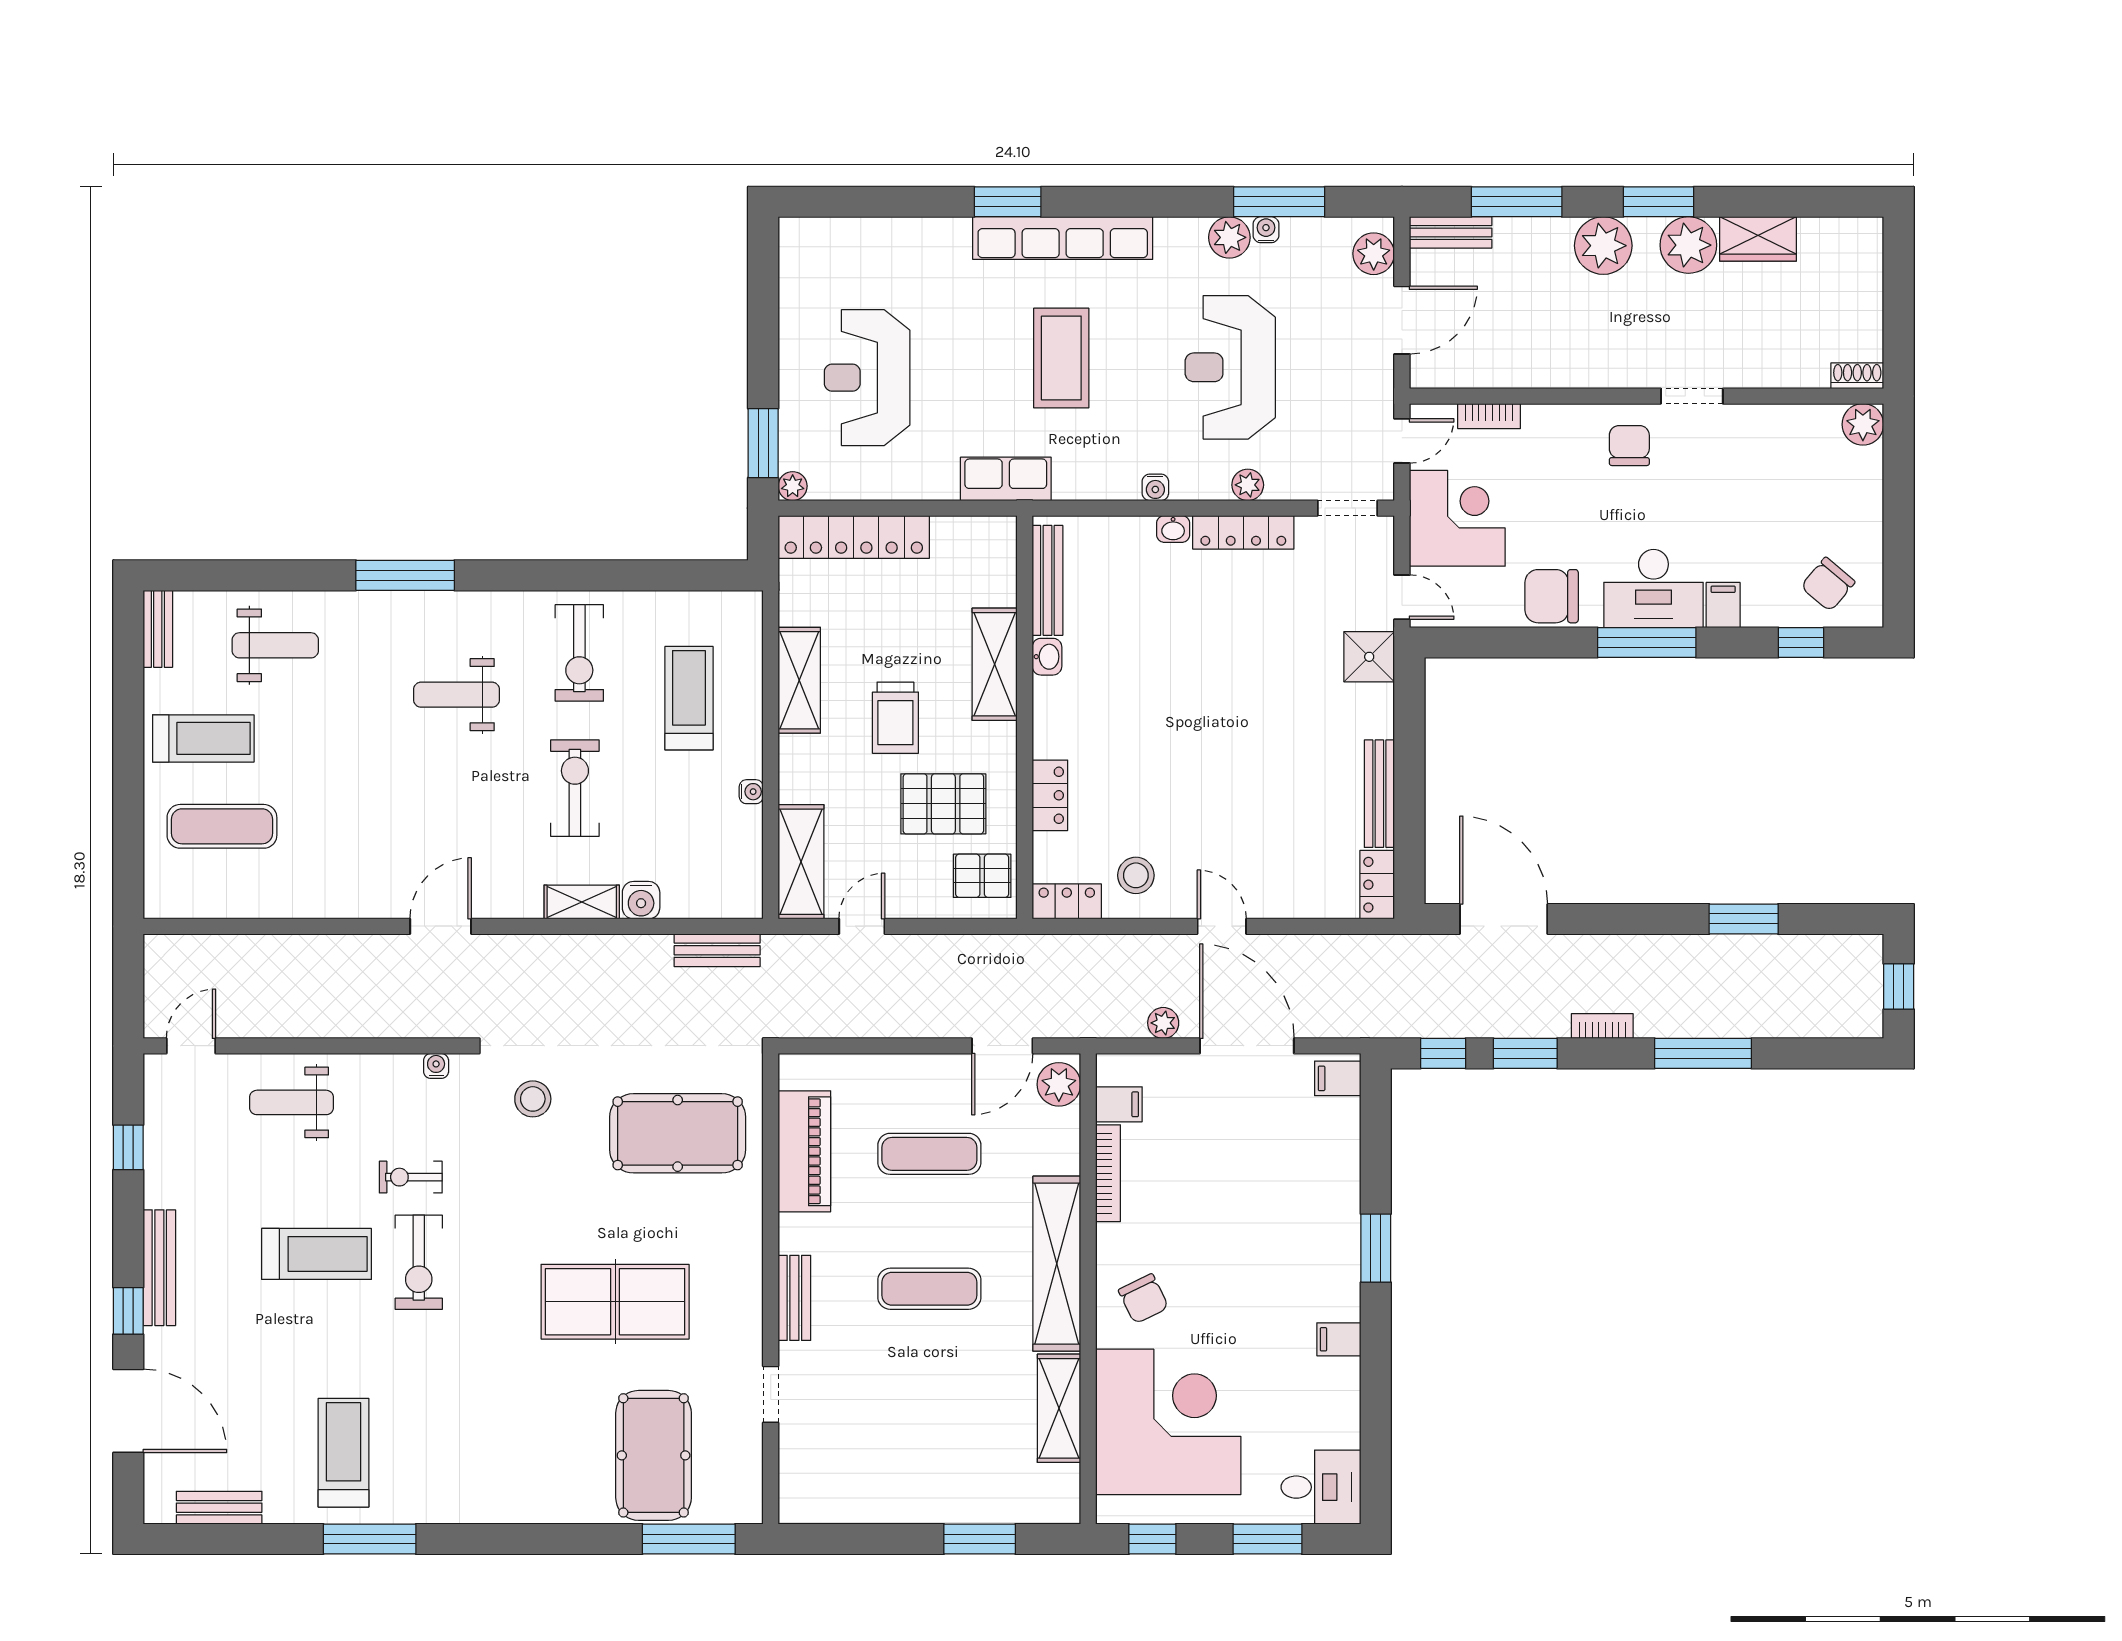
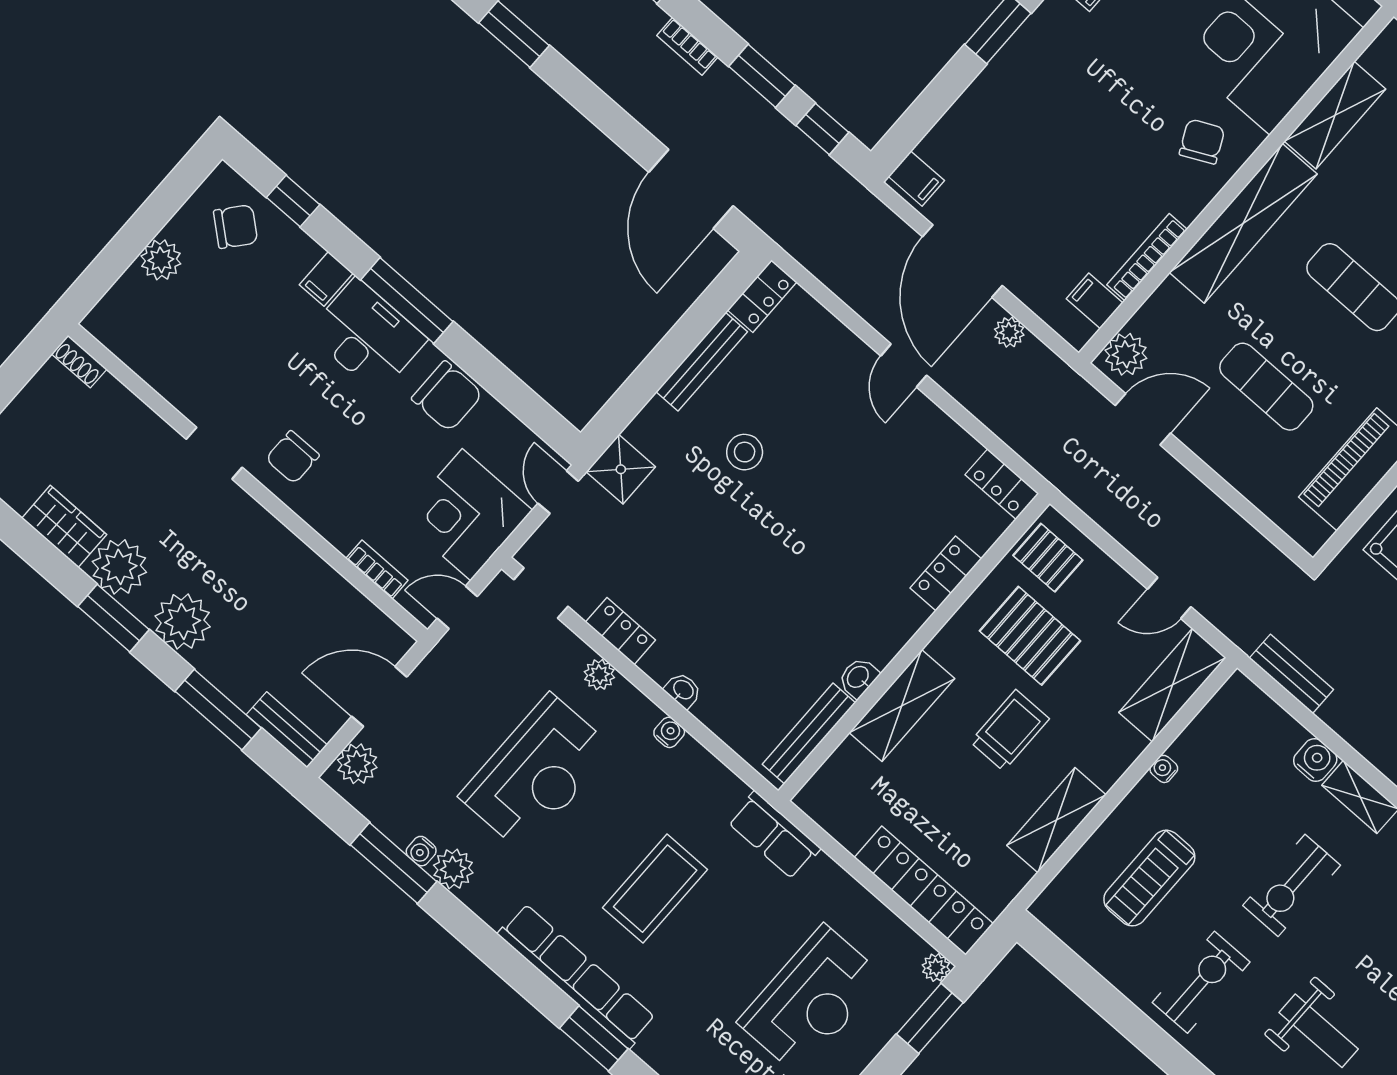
plant: (1863, 424) -> (161, 260), moved
locker: (1243, 532) -> (620, 631), width x0.66
stool: (1136, 875) -> (745, 452), moved

